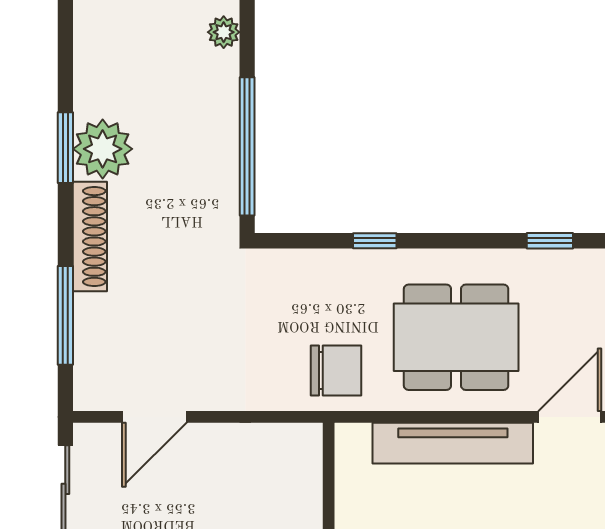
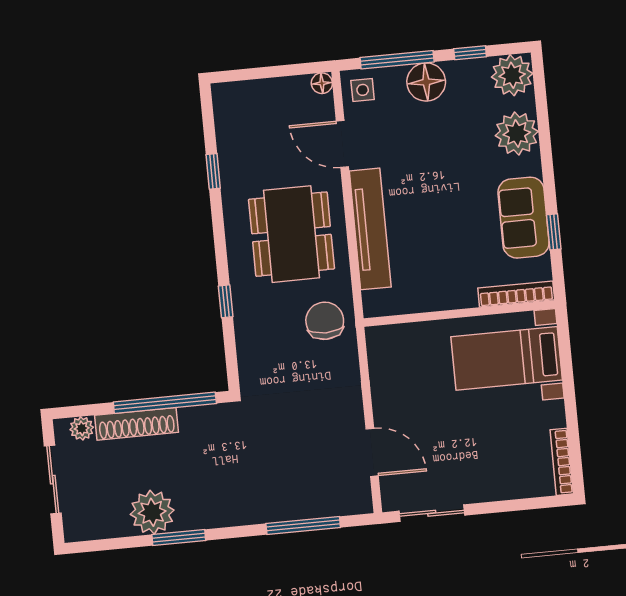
plant: (103, 149) -> (152, 512), moved
shoe rack: (90, 236) -> (137, 424), moved, turned 180

